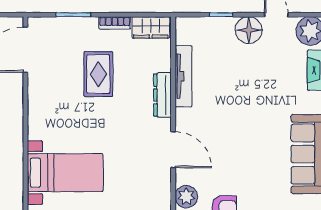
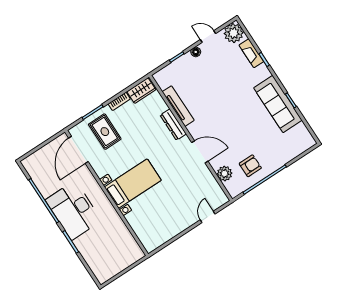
floor lamp: (249, 30) -> (196, 52), width x0.53, depth x0.53
rug: (98, 74) -> (105, 132), moved
bed with nightstands: (65, 173) -> (133, 184), moved

